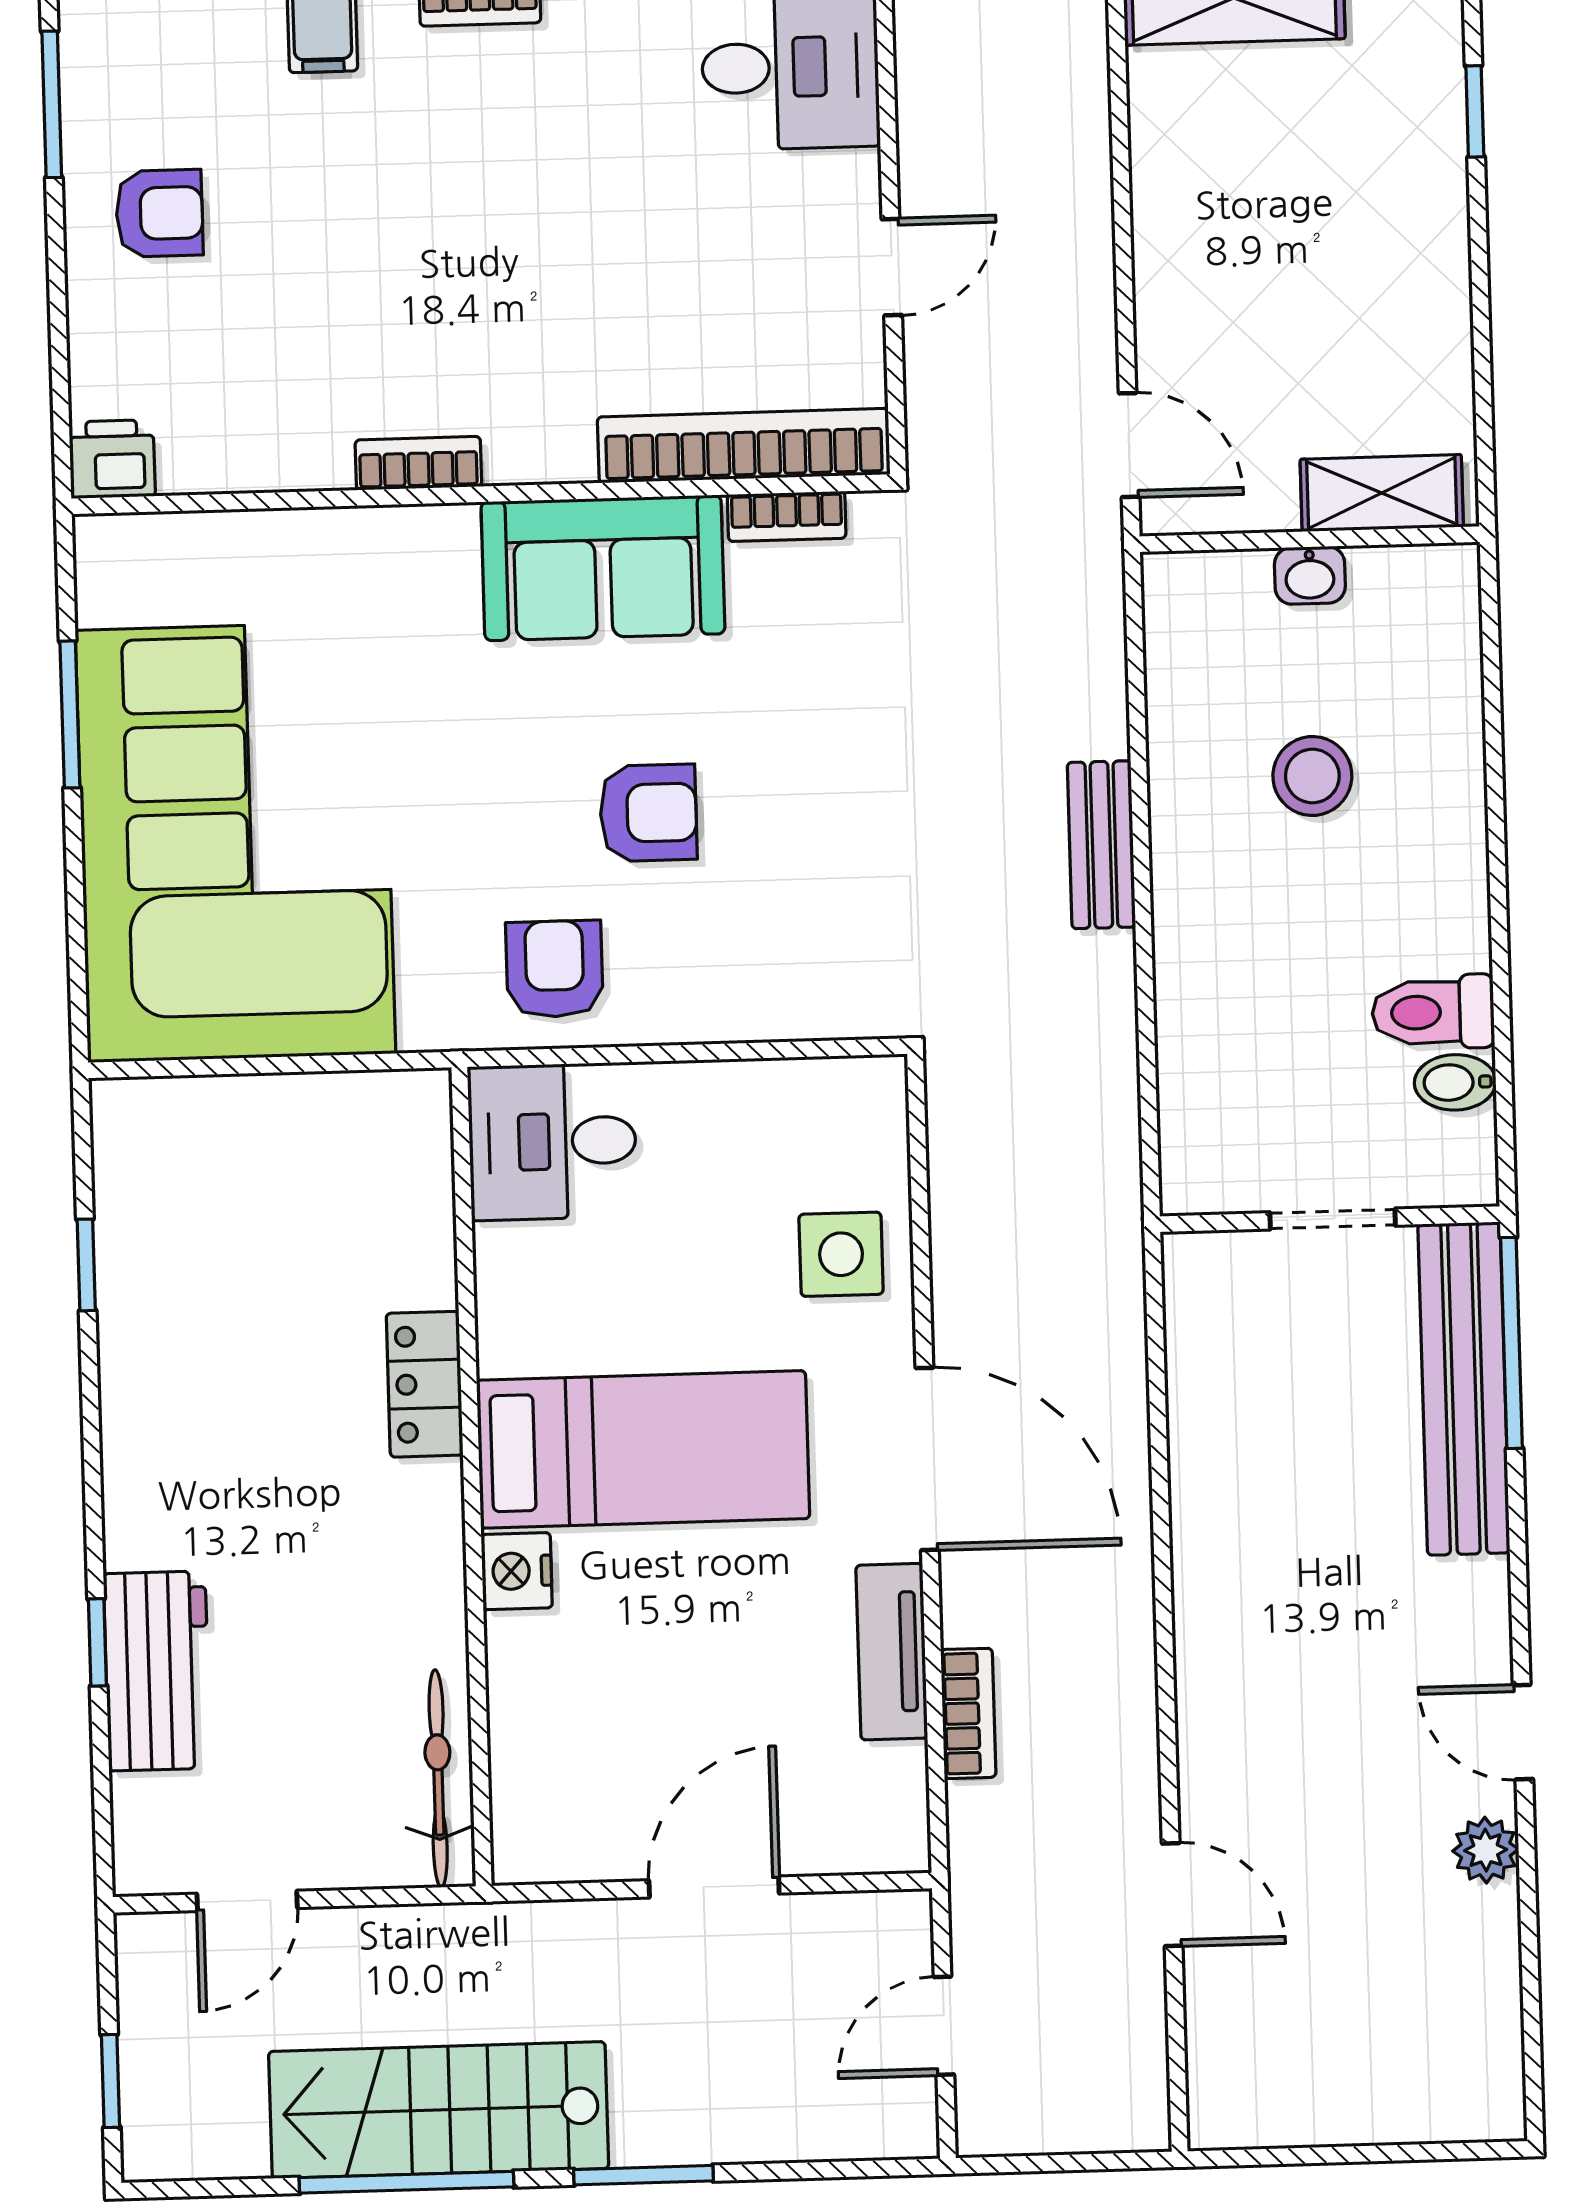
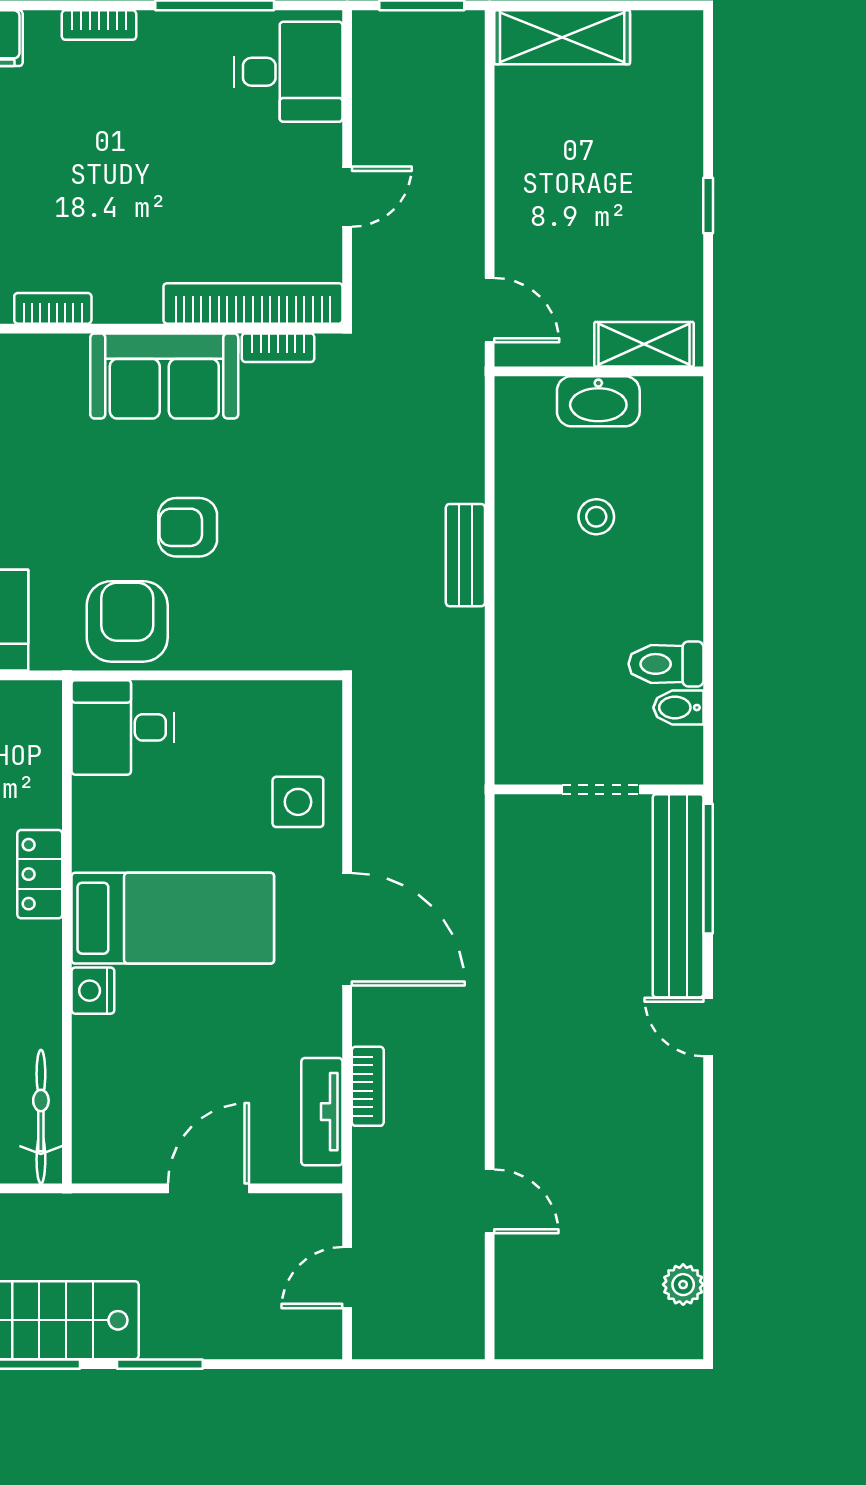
window: (1475, 111) -> (708, 206), moved
washbasin: (1310, 575) -> (598, 401), width x1.91, depth x1.45
stool: (1312, 776) -> (596, 517), width x0.73, depth x0.73
armchair: (648, 813) -> (188, 527), turned 180
armchair: (555, 969) -> (127, 621), width x1.38, depth x1.38
tv unit: (892, 1652) -> (322, 1112), moved
door: (1523, 1732) -> (708, 1027), moved
plant: (1486, 1850) -> (683, 1285), moved

